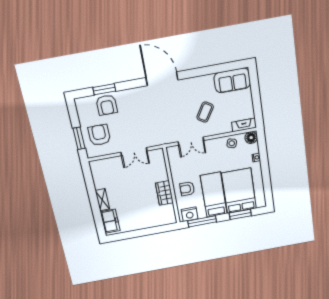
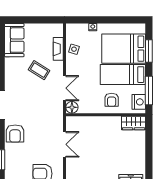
armchair: (107, 105) -> (15, 134), moved, turned 90
fireplace: (244, 125) -> (58, 49), moved
floor lamp: (251, 138) -> (72, 107), moved
wardrobe: (164, 193) -> (134, 123), moved

